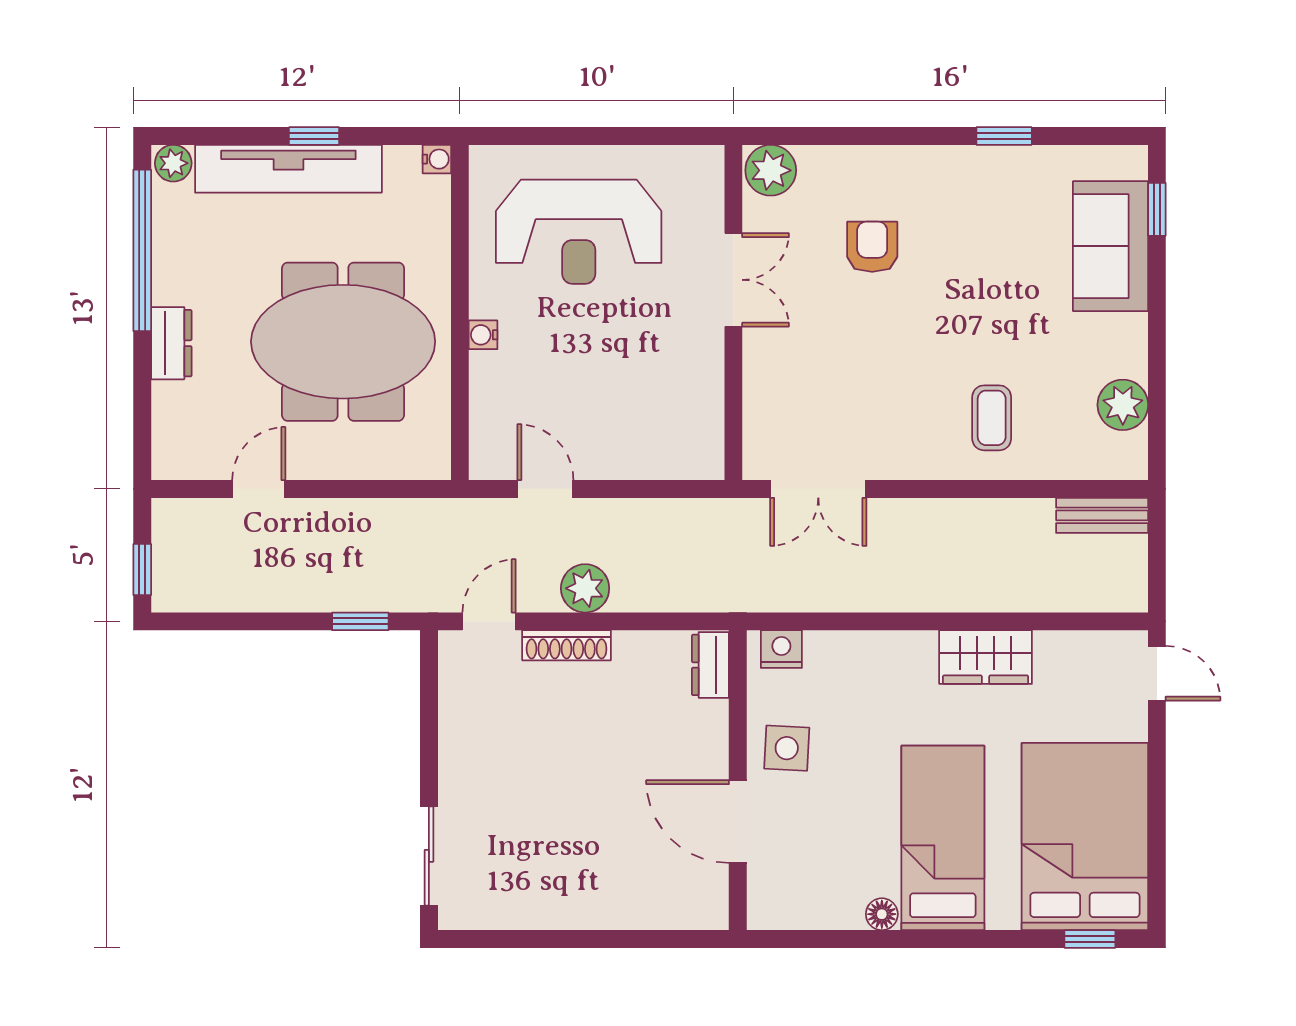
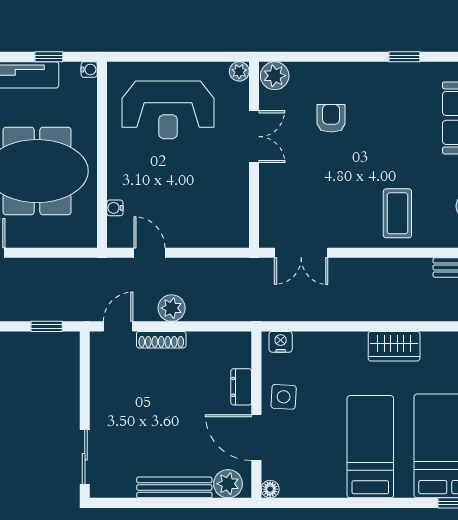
window: (314, 136) -> (49, 57), moved
plant: (707, 162) -> (239, 71), added
water cooler: (483, 335) -> (115, 208), moved
coffee table: (992, 418) -> (397, 213), width x1.36, depth x1.30
dresser: (710, 665) -> (241, 387), moved
plant: (687, 905) -> (228, 484), added
bench: (590, 911) -> (174, 487), added
floor lamp: (882, 914) -> (270, 489), moved

